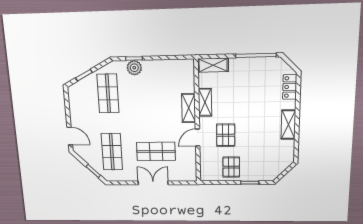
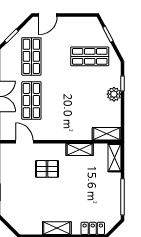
plant: (134, 68) -> (114, 94), moved
shelving: (189, 108) -> (107, 134), moved
door: (198, 138) -> (24, 142), moved
shop shelf: (112, 152) -> (31, 56), turned 90
pallet: (231, 167) -> (15, 174), removed

